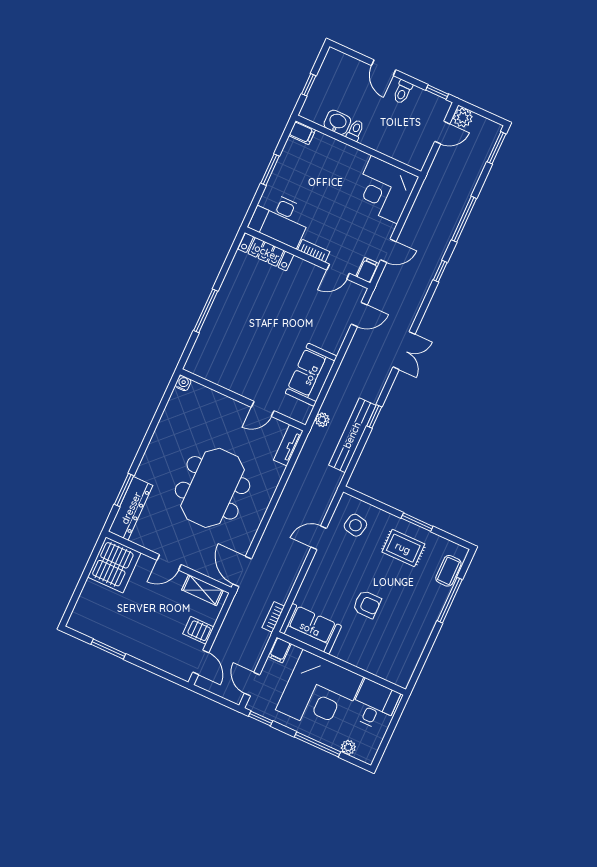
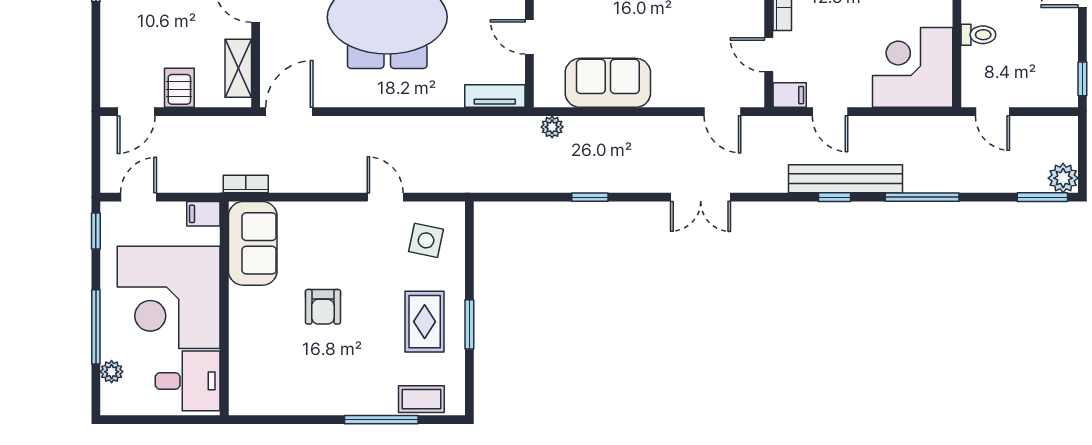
toilet: (403, 92) -> (978, 35), moved, turned 180
plant: (463, 118) -> (1063, 178), moved
door: (442, 133) -> (992, 112), moved
bench: (352, 435) -> (845, 179), moved

